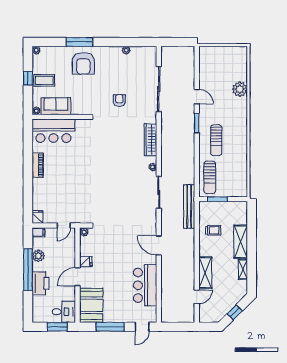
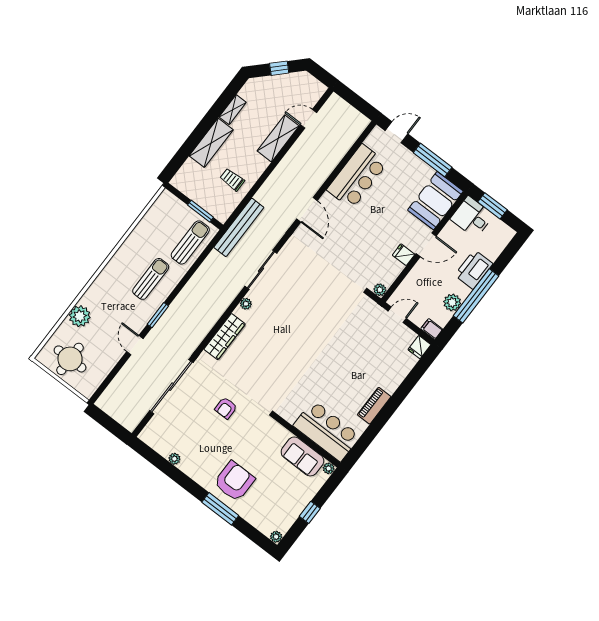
round table: (227, 61) -> (70, 359), added
coffee table: (44, 80) -> (293, 496), removed

